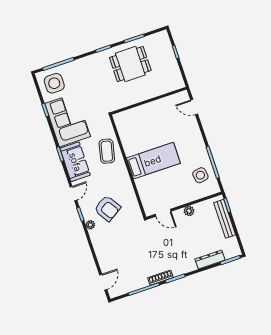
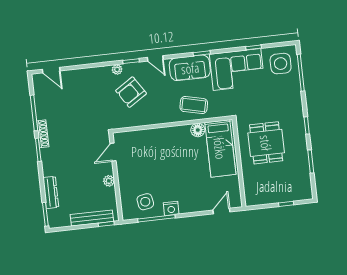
dining table: (130, 64) -> (266, 143), moved
floor lamp: (128, 143) -> (198, 130), added
nightstand: (201, 151) -> (171, 208), added
bed: (153, 161) -> (220, 148), moved

